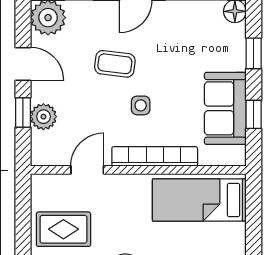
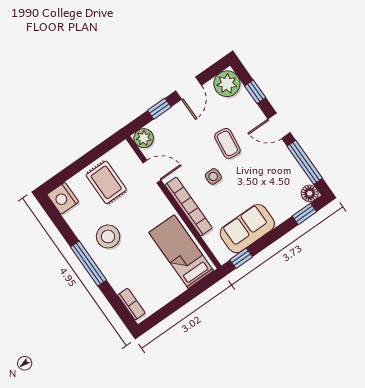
window: (254, 53) -> (304, 214), moved
window: (254, 114) -> (241, 258), moved
plant: (43, 117) -> (144, 138), moved

